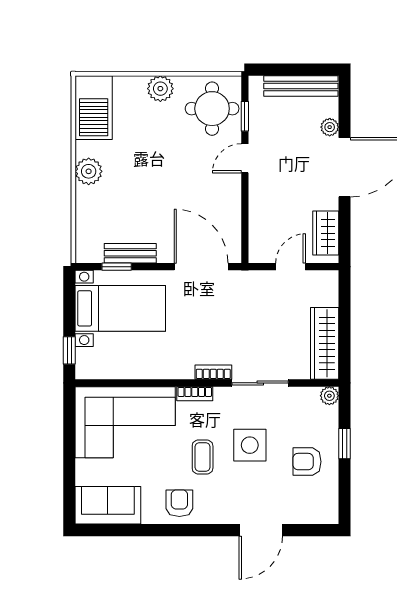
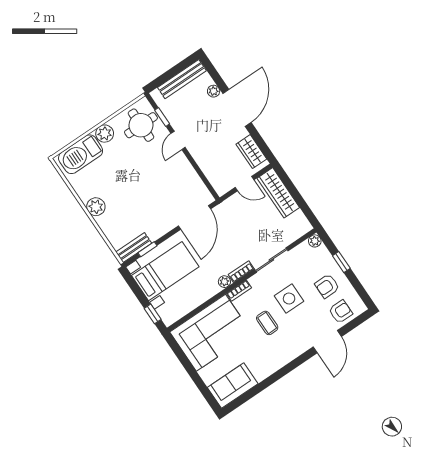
barbecue: (94, 108) -> (81, 154), moved, turned 90
bench: (130, 253) -> (134, 248), moved
door: (201, 267) -> (195, 217), swing flipped
door: (291, 267) -> (244, 184), swing flipped
wardrobe: (325, 343) -> (278, 193), moved
plant: (184, 371) -> (224, 282), added
armchair: (179, 503) -> (341, 312), moved, turned 90

